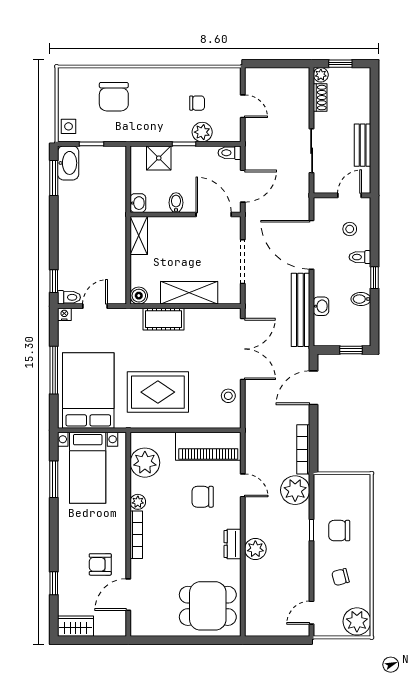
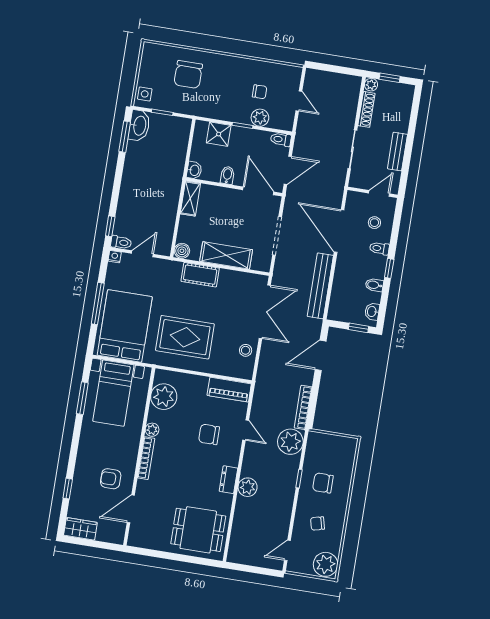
shoe rack: (320, 98) -> (366, 109), width x1.43
washbasin: (321, 306) -> (372, 312), moved, turned 180
piano: (208, 446) -> (229, 390), width x0.73, depth x0.75

